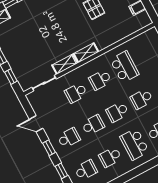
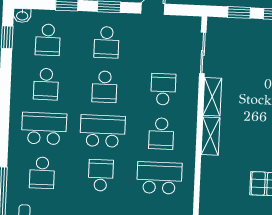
school desk: (124, 67) -> (159, 178), turned 180
school desk: (100, 80) -> (161, 134), turned 180
school desk: (117, 112) -> (103, 131), width x1.85
school desk: (110, 157) -> (46, 84), turned 180

